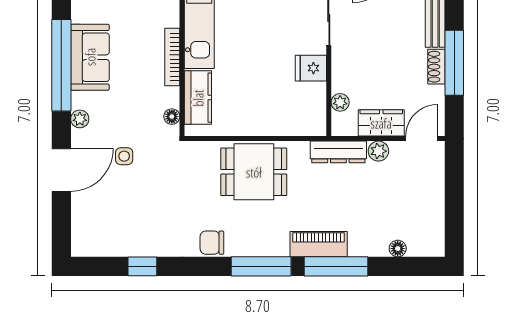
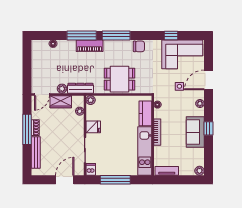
window: (61, 65) -> (208, 128), width x0.32
plant: (317, 126) -> (91, 100), added
corner sofa: (118, 225) -> (182, 54), added

